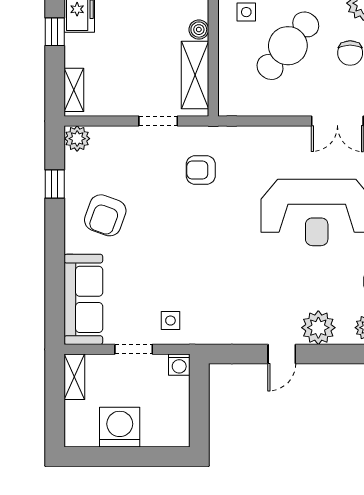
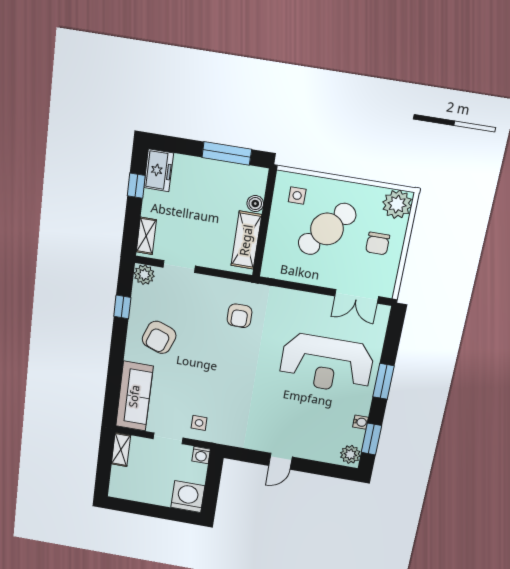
doorway: (158, 121) -> (179, 267), moved
armchair: (201, 170) -> (240, 316), turned -90
plant: (318, 328) -> (312, 448), removed
washing machine: (120, 427) -> (188, 497), moved

